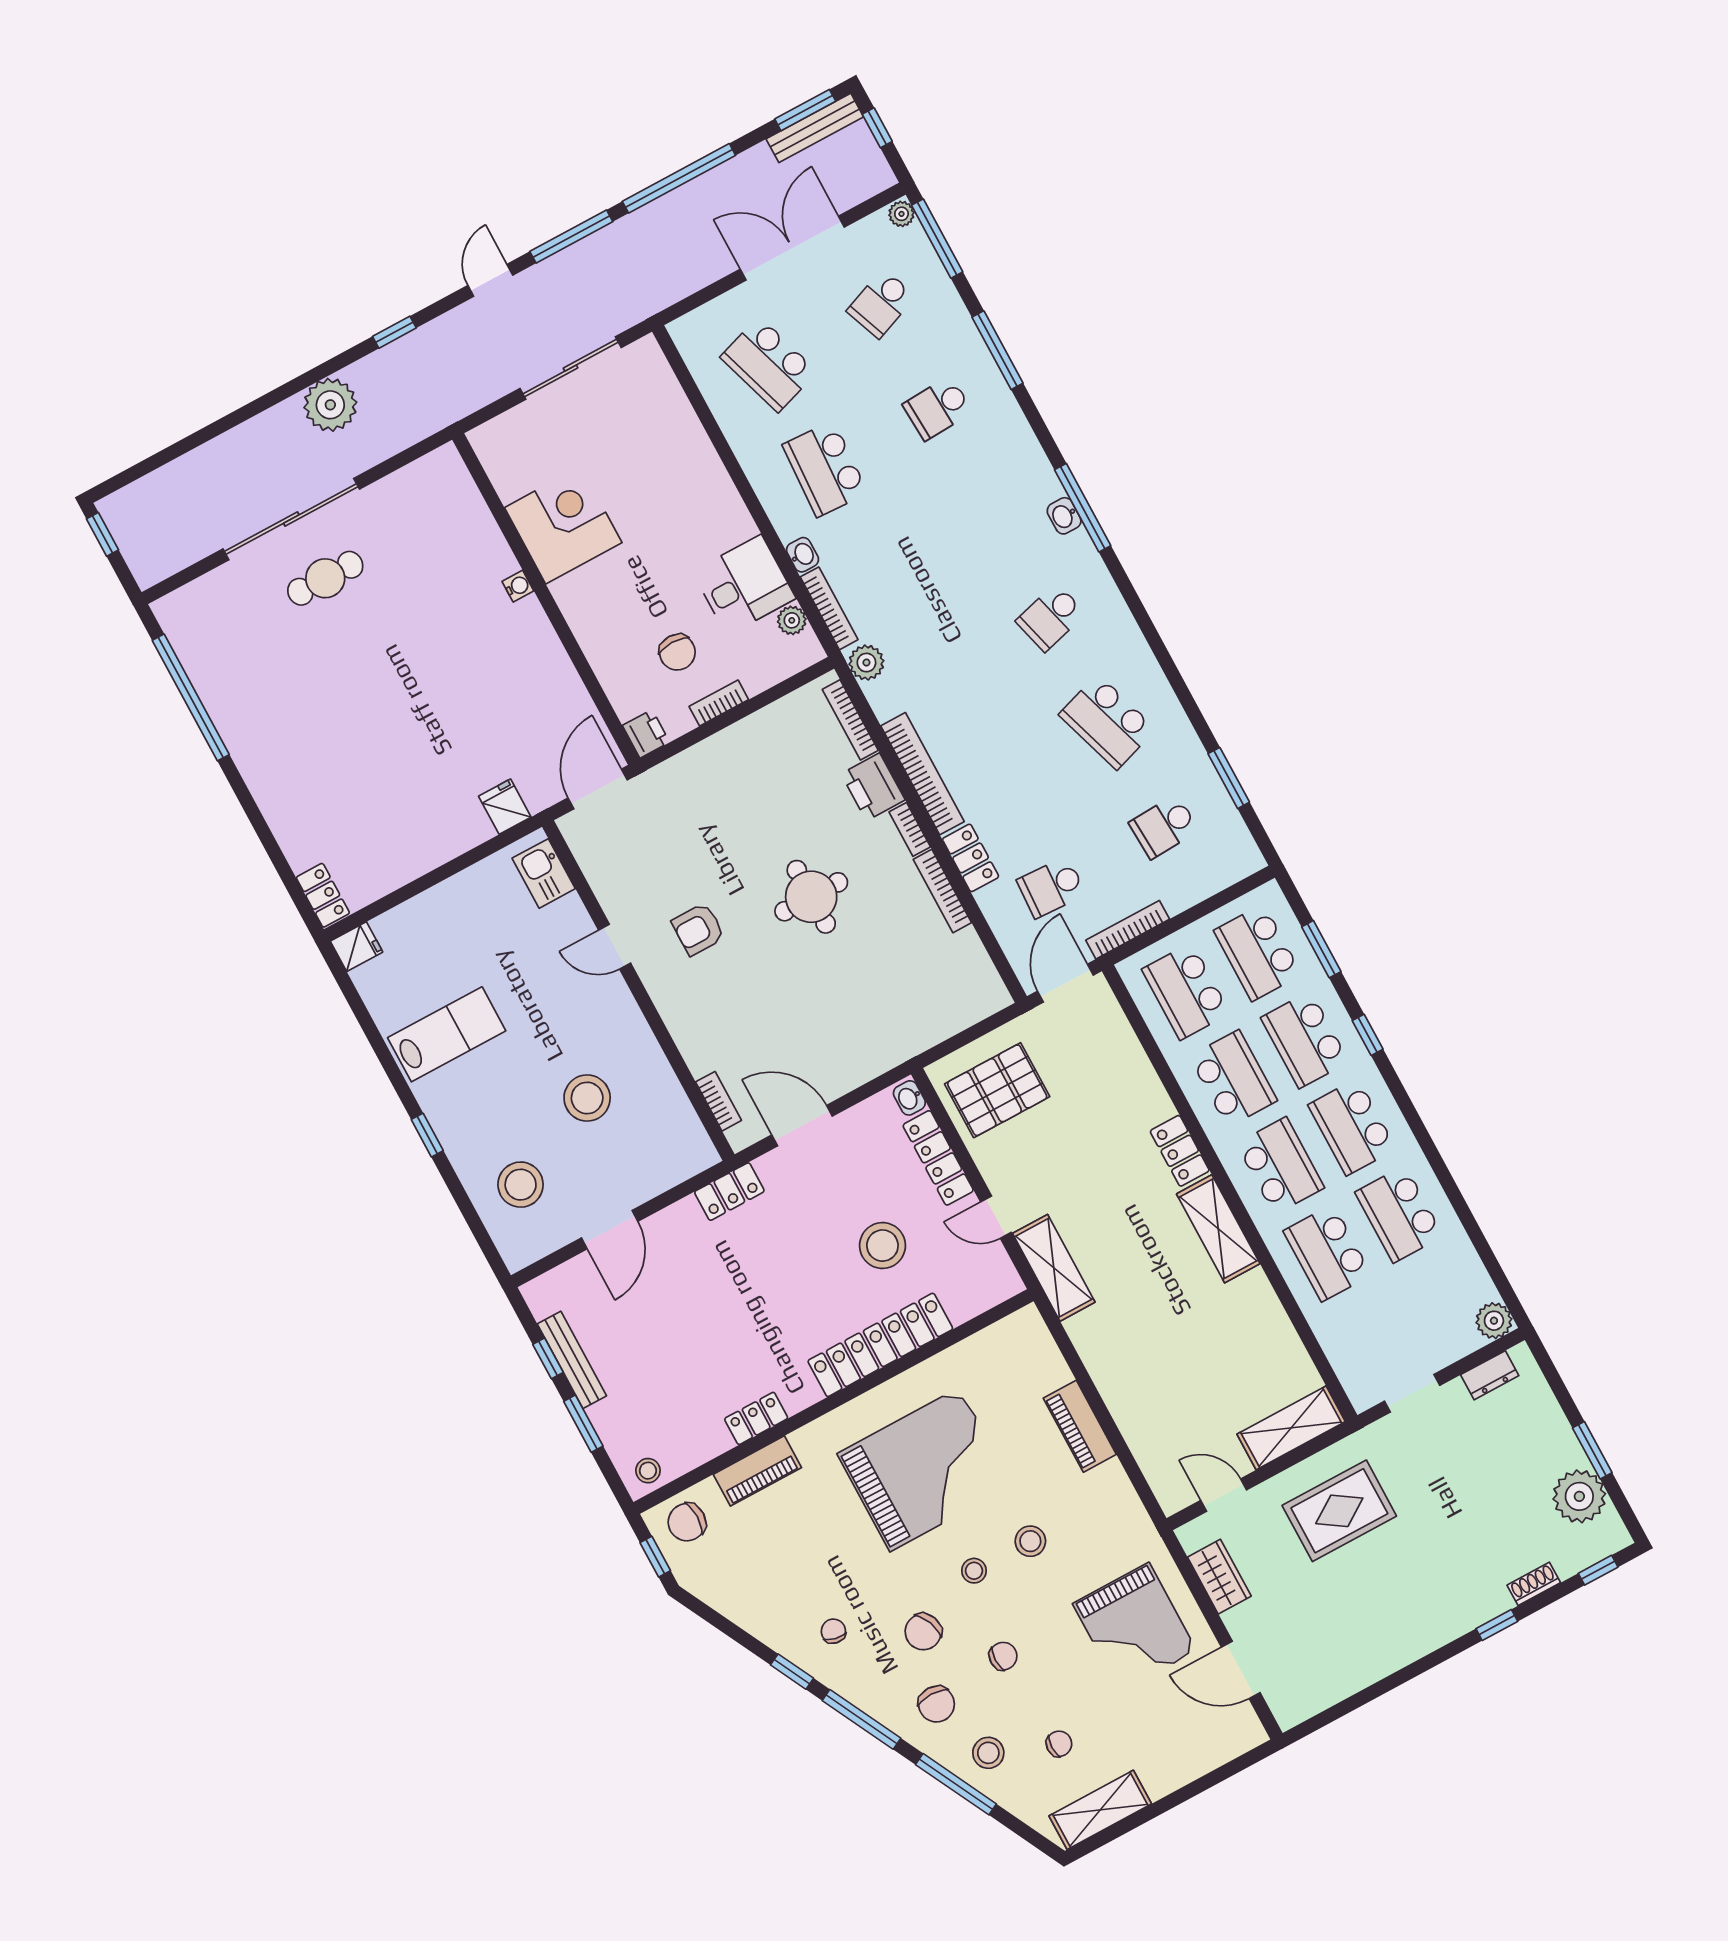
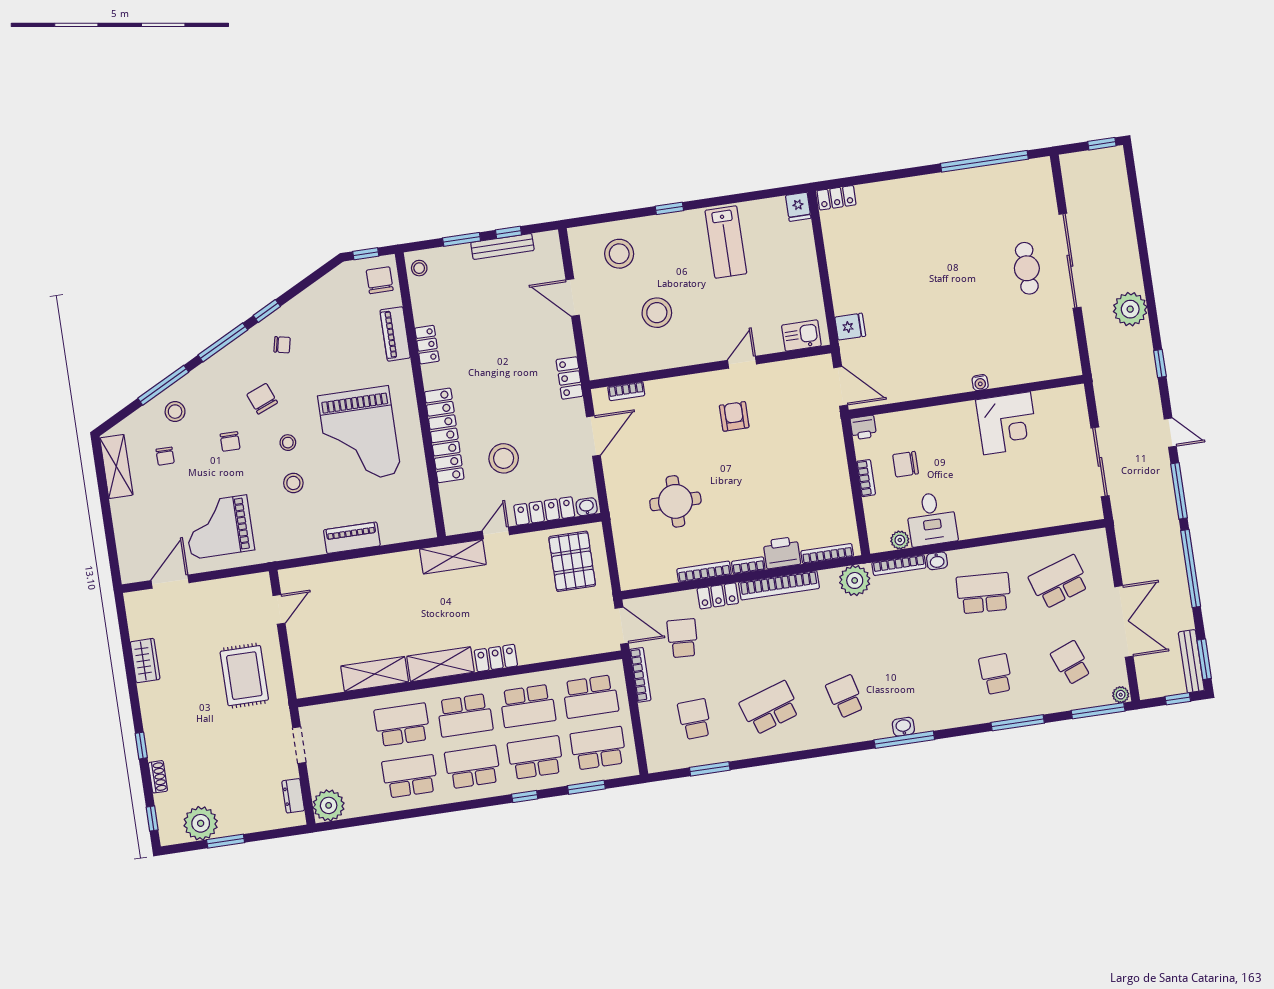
plant: (866, 663) -> (855, 580), width x1.36, depth x1.36
round table: (811, 897) -> (675, 501), moved
school desk: (1186, 991) -> (591, 697), turned 180
plant: (1494, 1321) -> (329, 805), width x1.36, depth x1.36
shelving: (1291, 1428) -> (375, 674), moved, turned 90
wardrobe: (1219, 1577) -> (145, 661), moved, turned -90
chair: (936, 1704) -> (216, 391), removed

